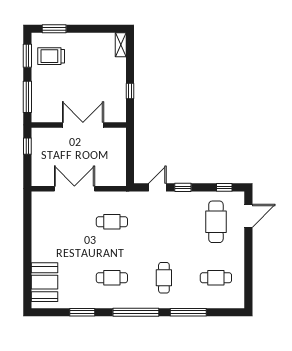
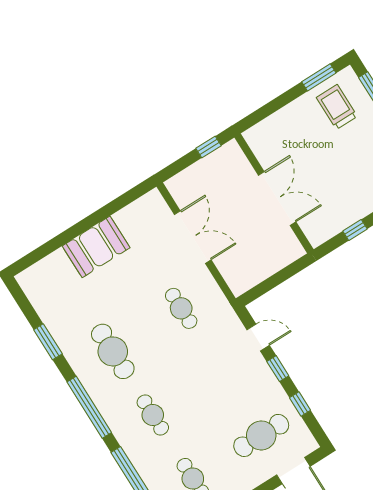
window: (27, 97) -> (269, 109), removed
window: (224, 187) -> (300, 404), moved
cafe table: (112, 278) -> (113, 351), width x1.37, depth x1.35
cafe table: (164, 278) -> (153, 415), turned 90
booth: (44, 282) -> (96, 247), moved

